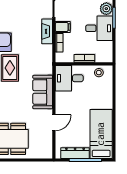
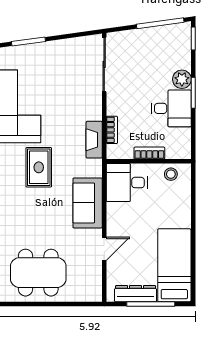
filing cabinet: (63, 27) -> (117, 106), removed
fireplace: (47, 31) -> (94, 140), moved

